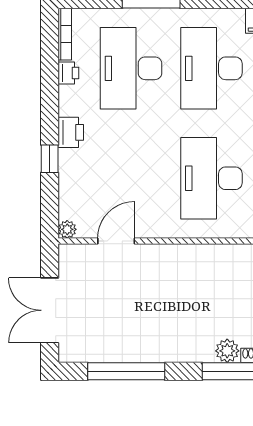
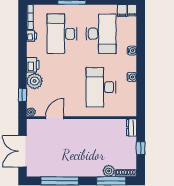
desk: (211, 68) -> (101, 34), turned 180
window: (50, 159) -> (22, 95), moved
plant: (75, 166) -> (35, 81), added

